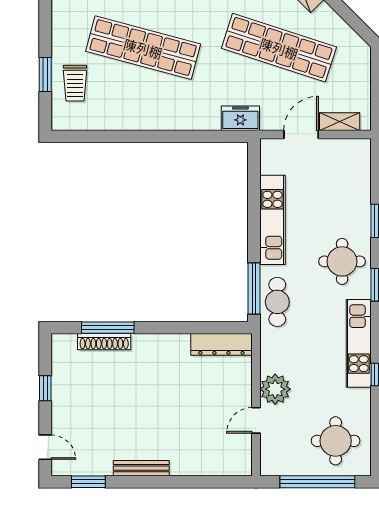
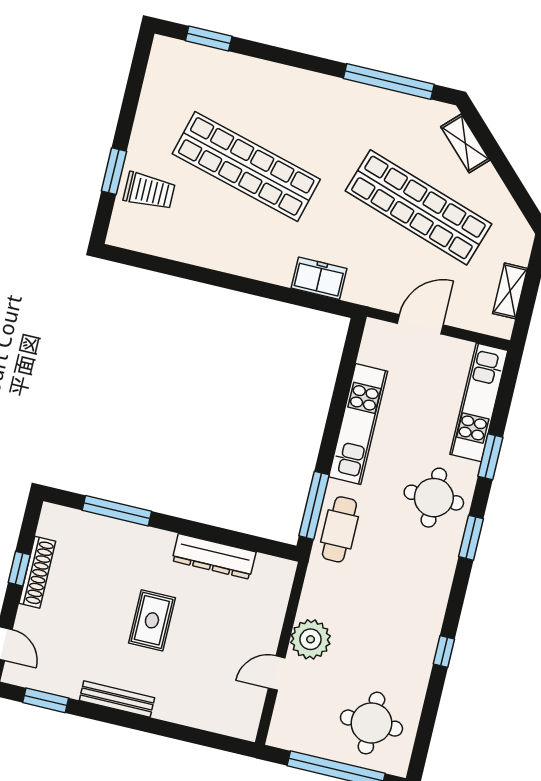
trolley: (75, 83) -> (149, 191), turned -90
freezer: (240, 118) -> (319, 278), moved
shelving: (340, 122) -> (510, 291), moved, turned 90
shoe rack: (104, 342) -> (37, 572), moved, turned -90
kitchen unit: (359, 343) -> (479, 402), moved
dresser: (221, 344) -> (214, 556), moved
rug: (153, 403) -> (152, 620), added

